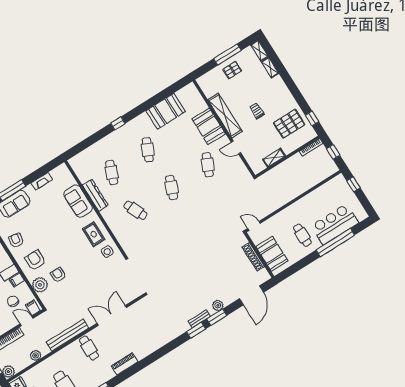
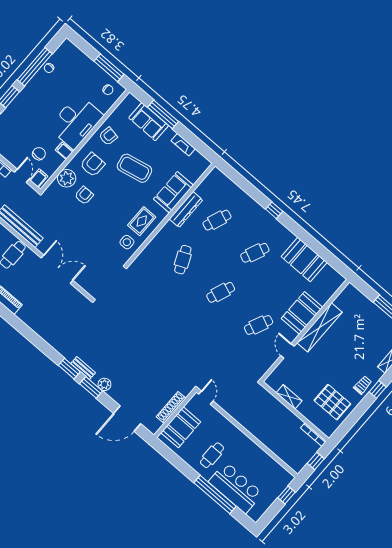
pallet: (232, 70) -> (373, 320), removed
trolley: (257, 111) -> (363, 385), moved
window: (312, 118) -> (378, 389), moved
coffee table: (49, 227) -> (134, 168), added

